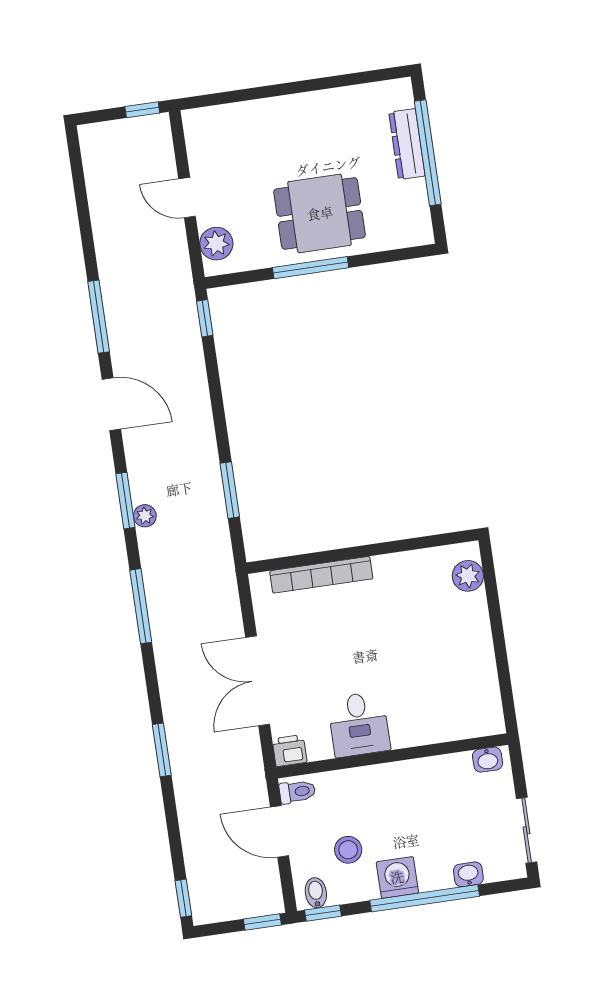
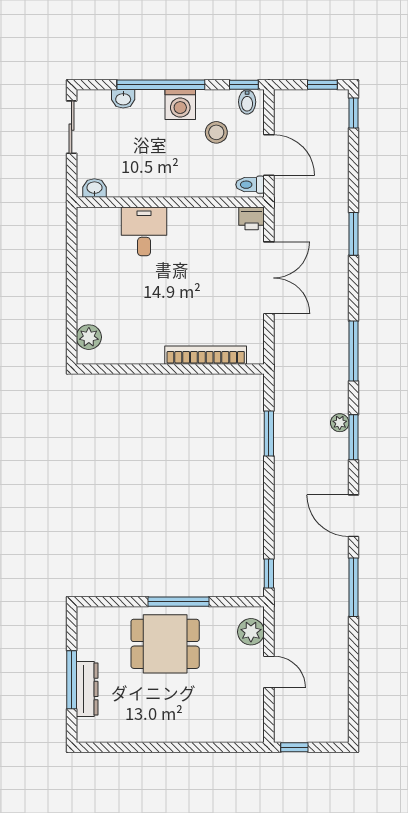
window: (428, 153) -> (72, 680), width x0.68
desk: (359, 724) -> (144, 231), moved
window: (262, 922) -> (322, 85), moved

